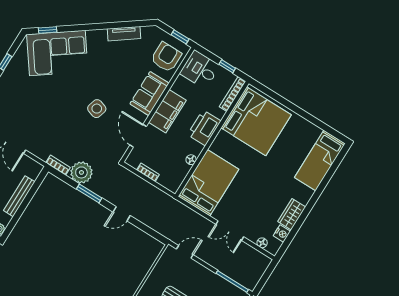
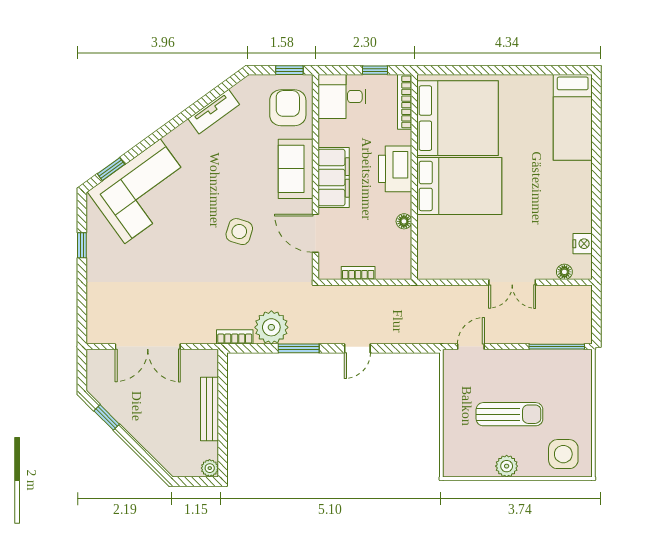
bed: (208, 183) -> (459, 186), moved, turned 90
wardrobe: (292, 214) -> (580, 210), removed

